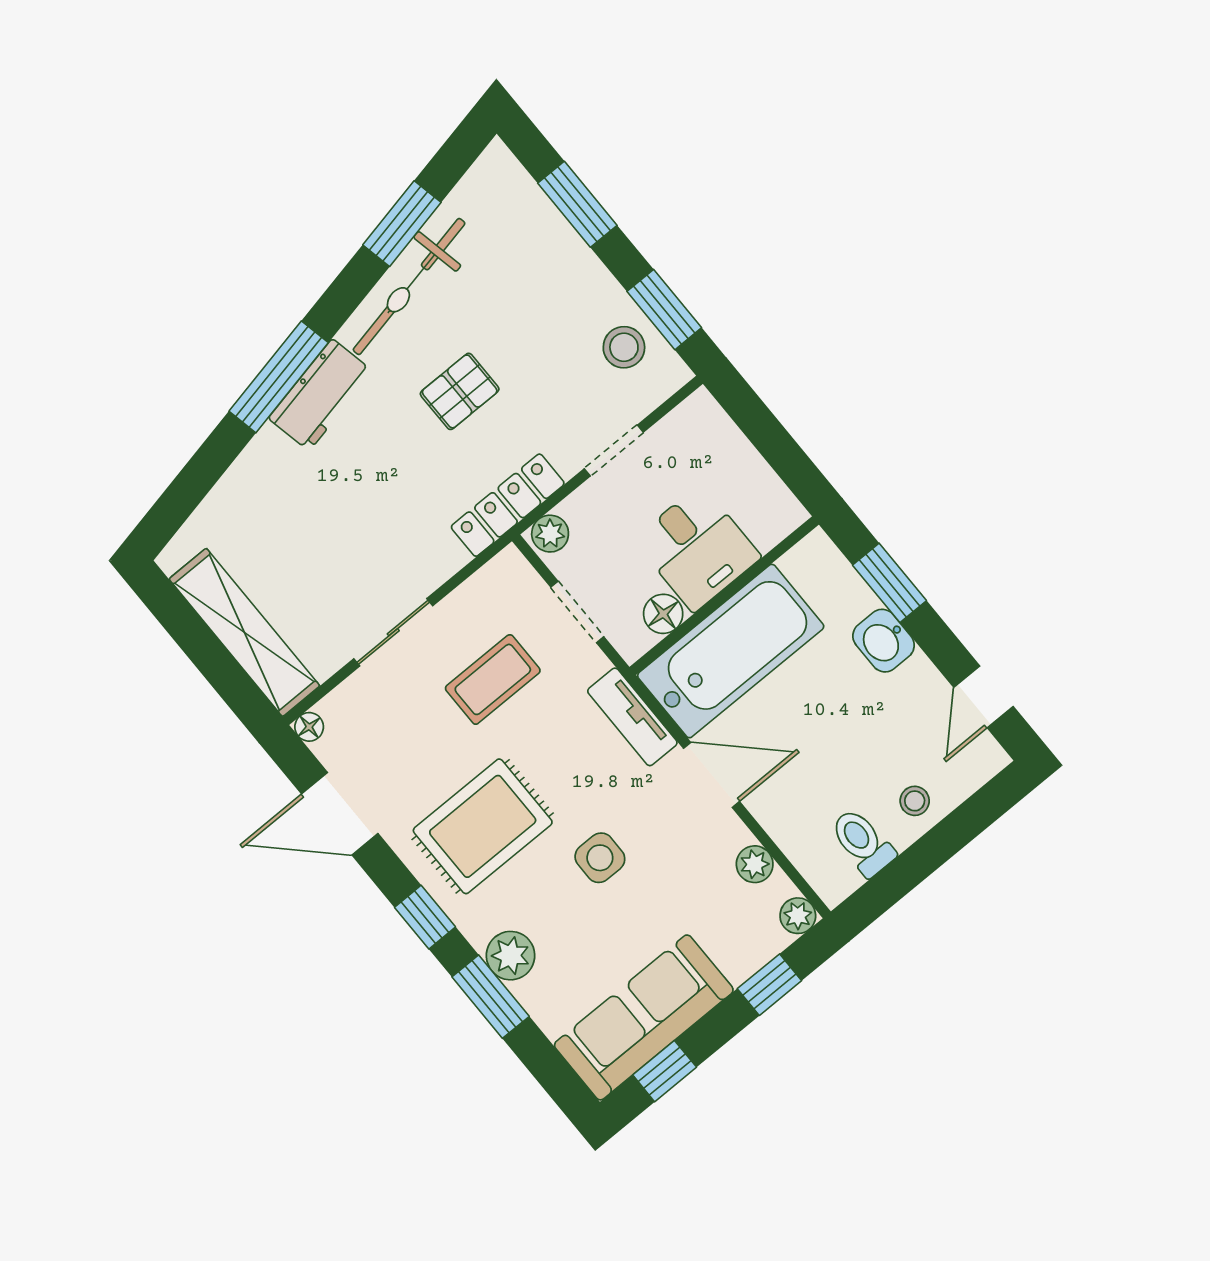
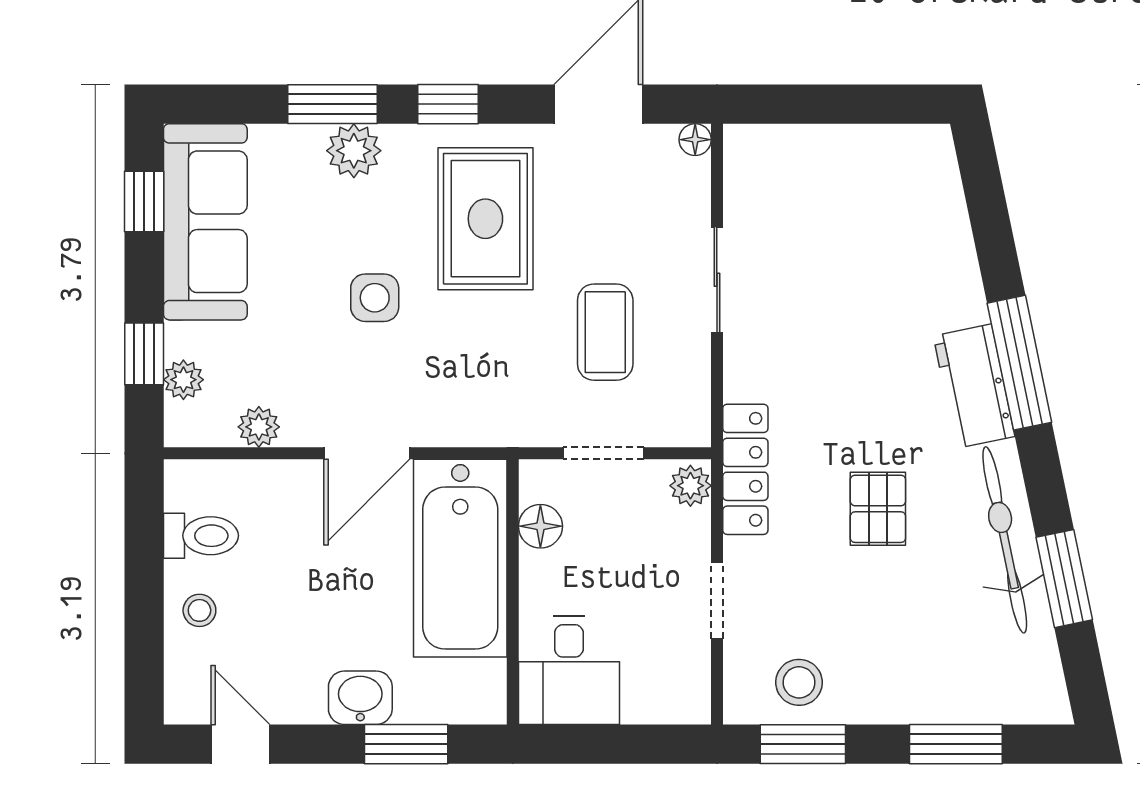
desk: (697, 548) -> (569, 670), moved, turned -90
shelving: (244, 632) -> (823, 151), removed
tv unit: (632, 717) -> (473, 426), removed
plant: (798, 916) -> (183, 380), moved

